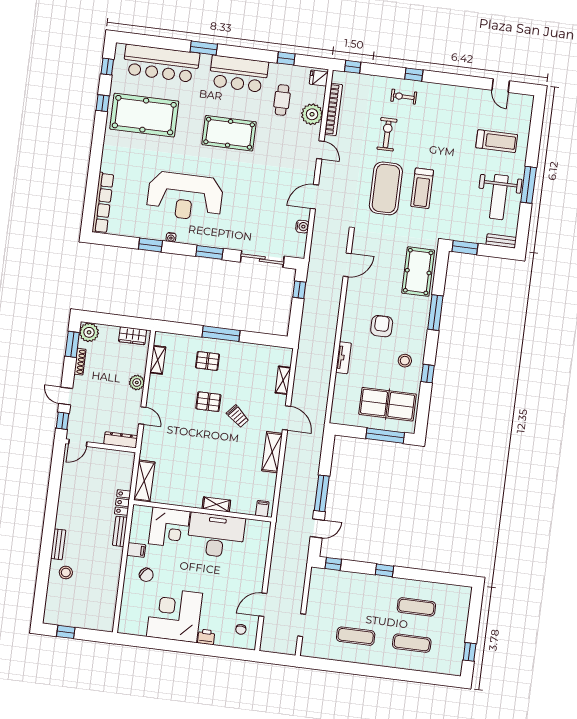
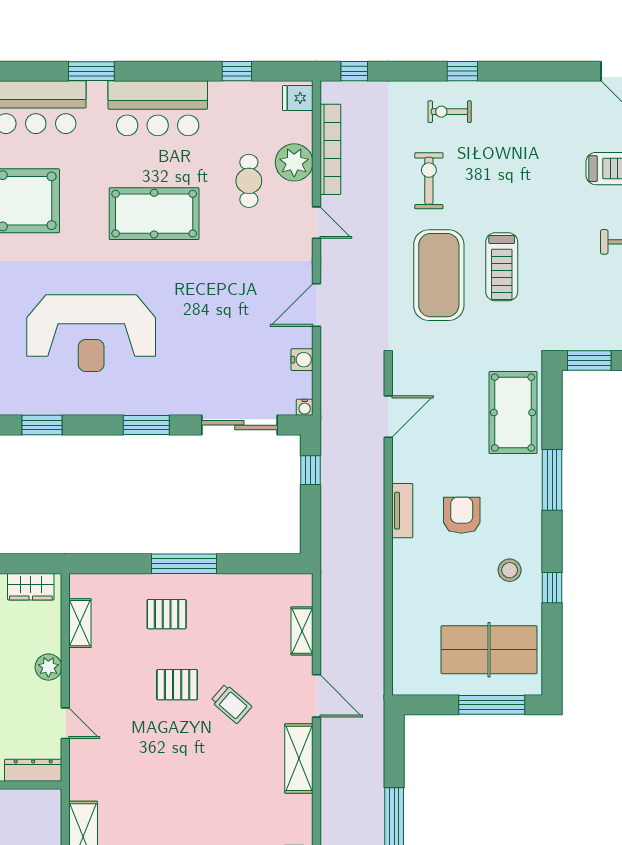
cafe table: (282, 100) -> (249, 181), moved
water cooler: (171, 237) -> (305, 407), moved
tv unit: (343, 358) -> (402, 511), moved

